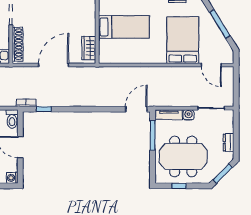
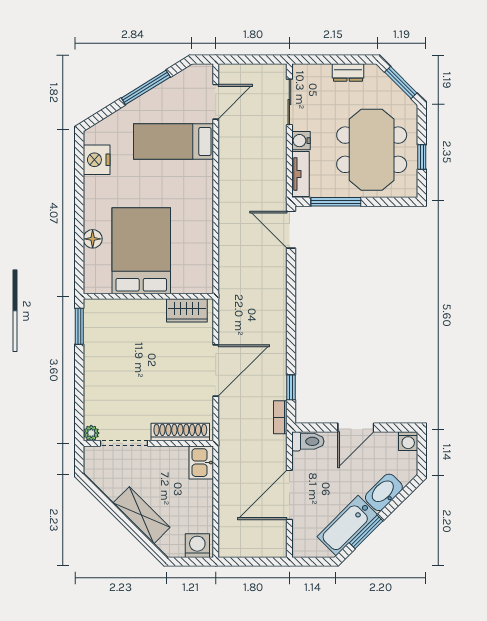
bed: (124, 27) -> (141, 251), width x1.50
bed: (183, 40) -> (173, 142), width x0.67
door: (54, 65) -> (216, 371), swing flipped

